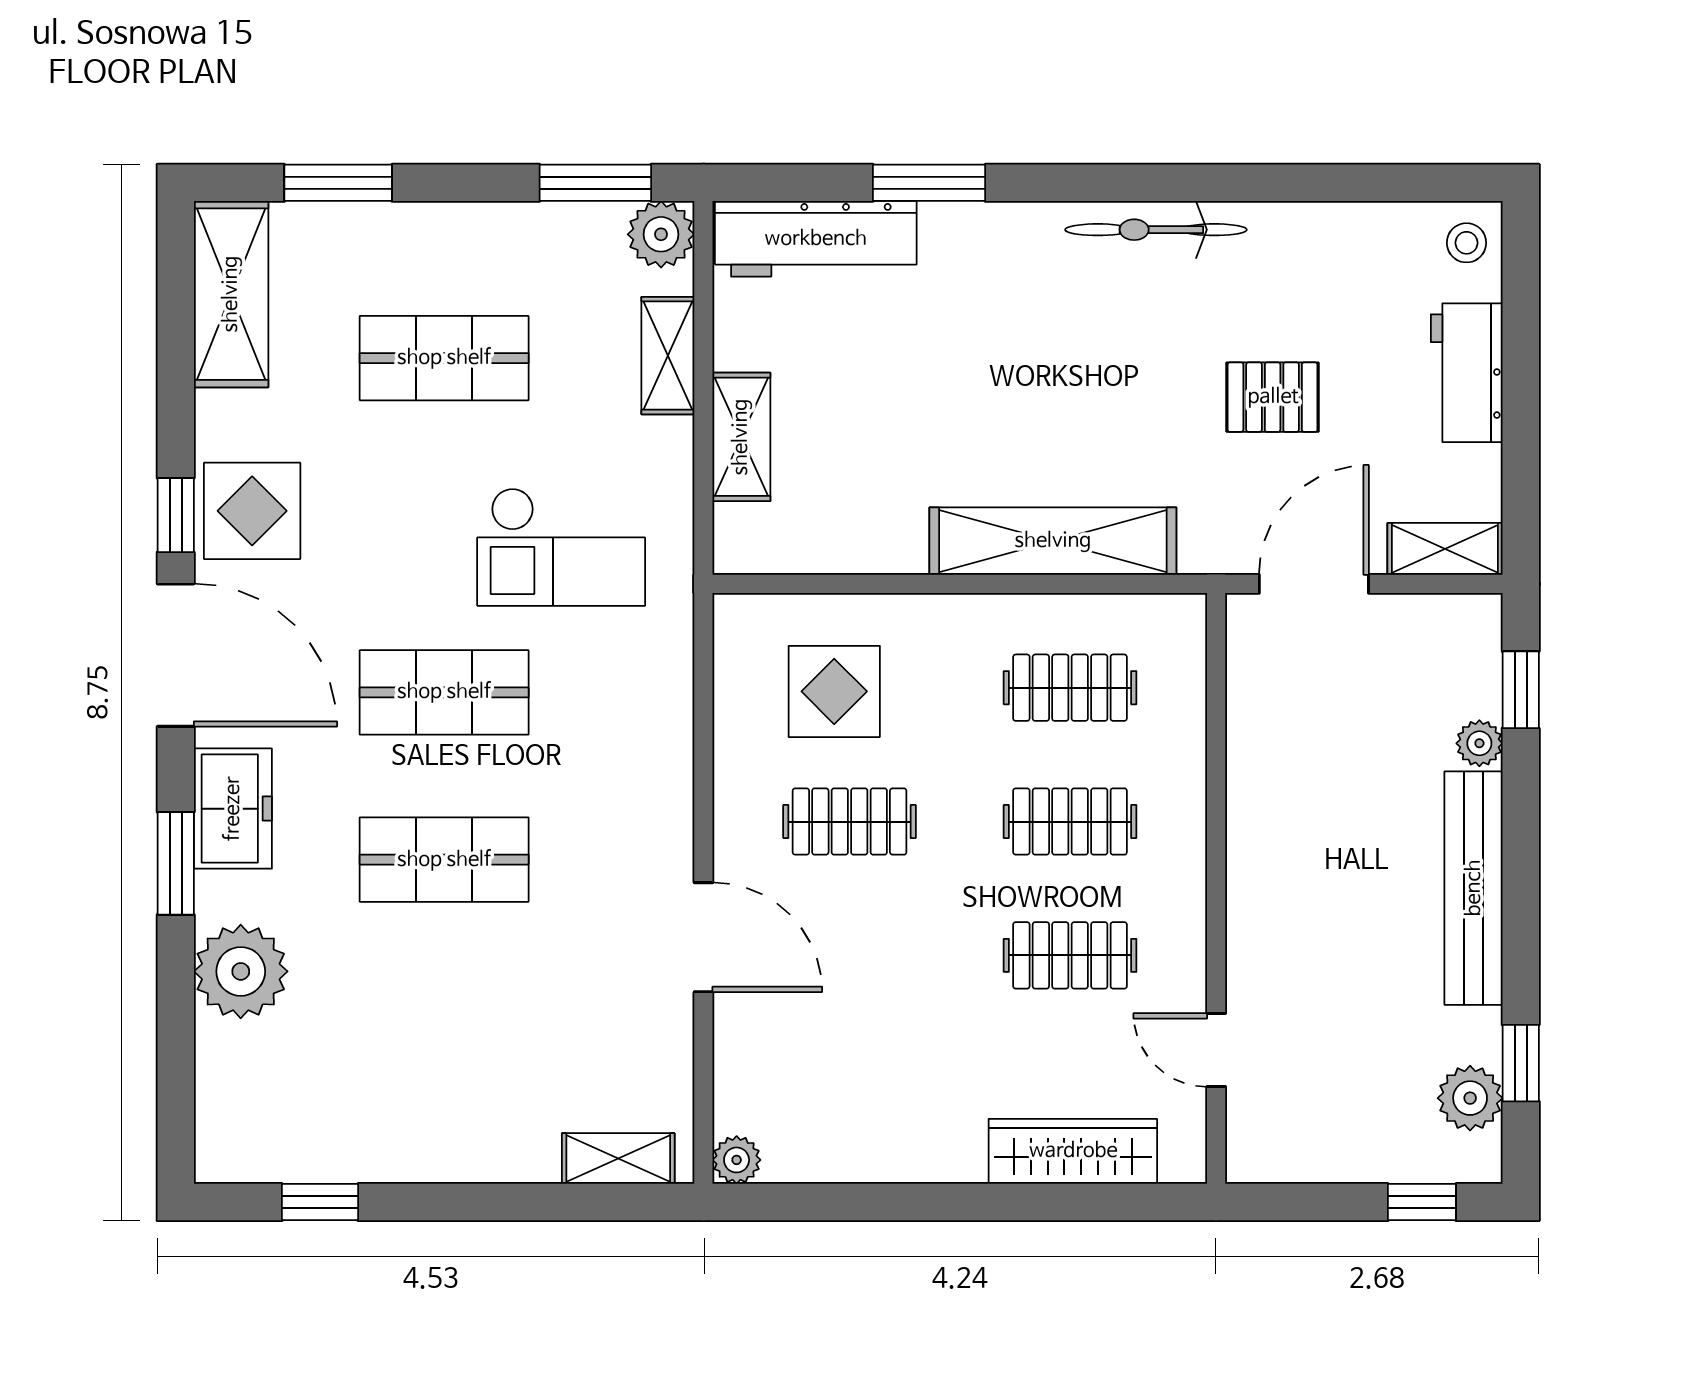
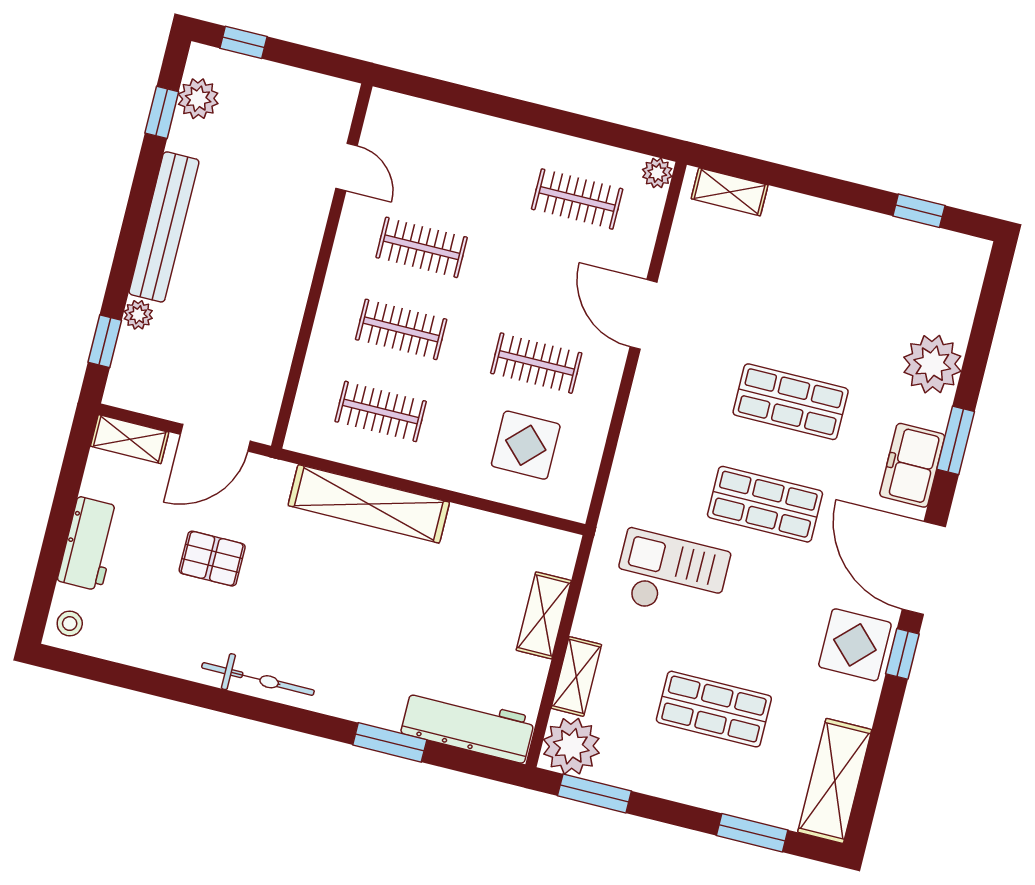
plant: (661, 234) -> (571, 746), width x1.36, depth x1.36
clothes rail: (850, 1089) -> (577, 199), added
wardrobe: (1073, 1151) -> (450, 127), removed

